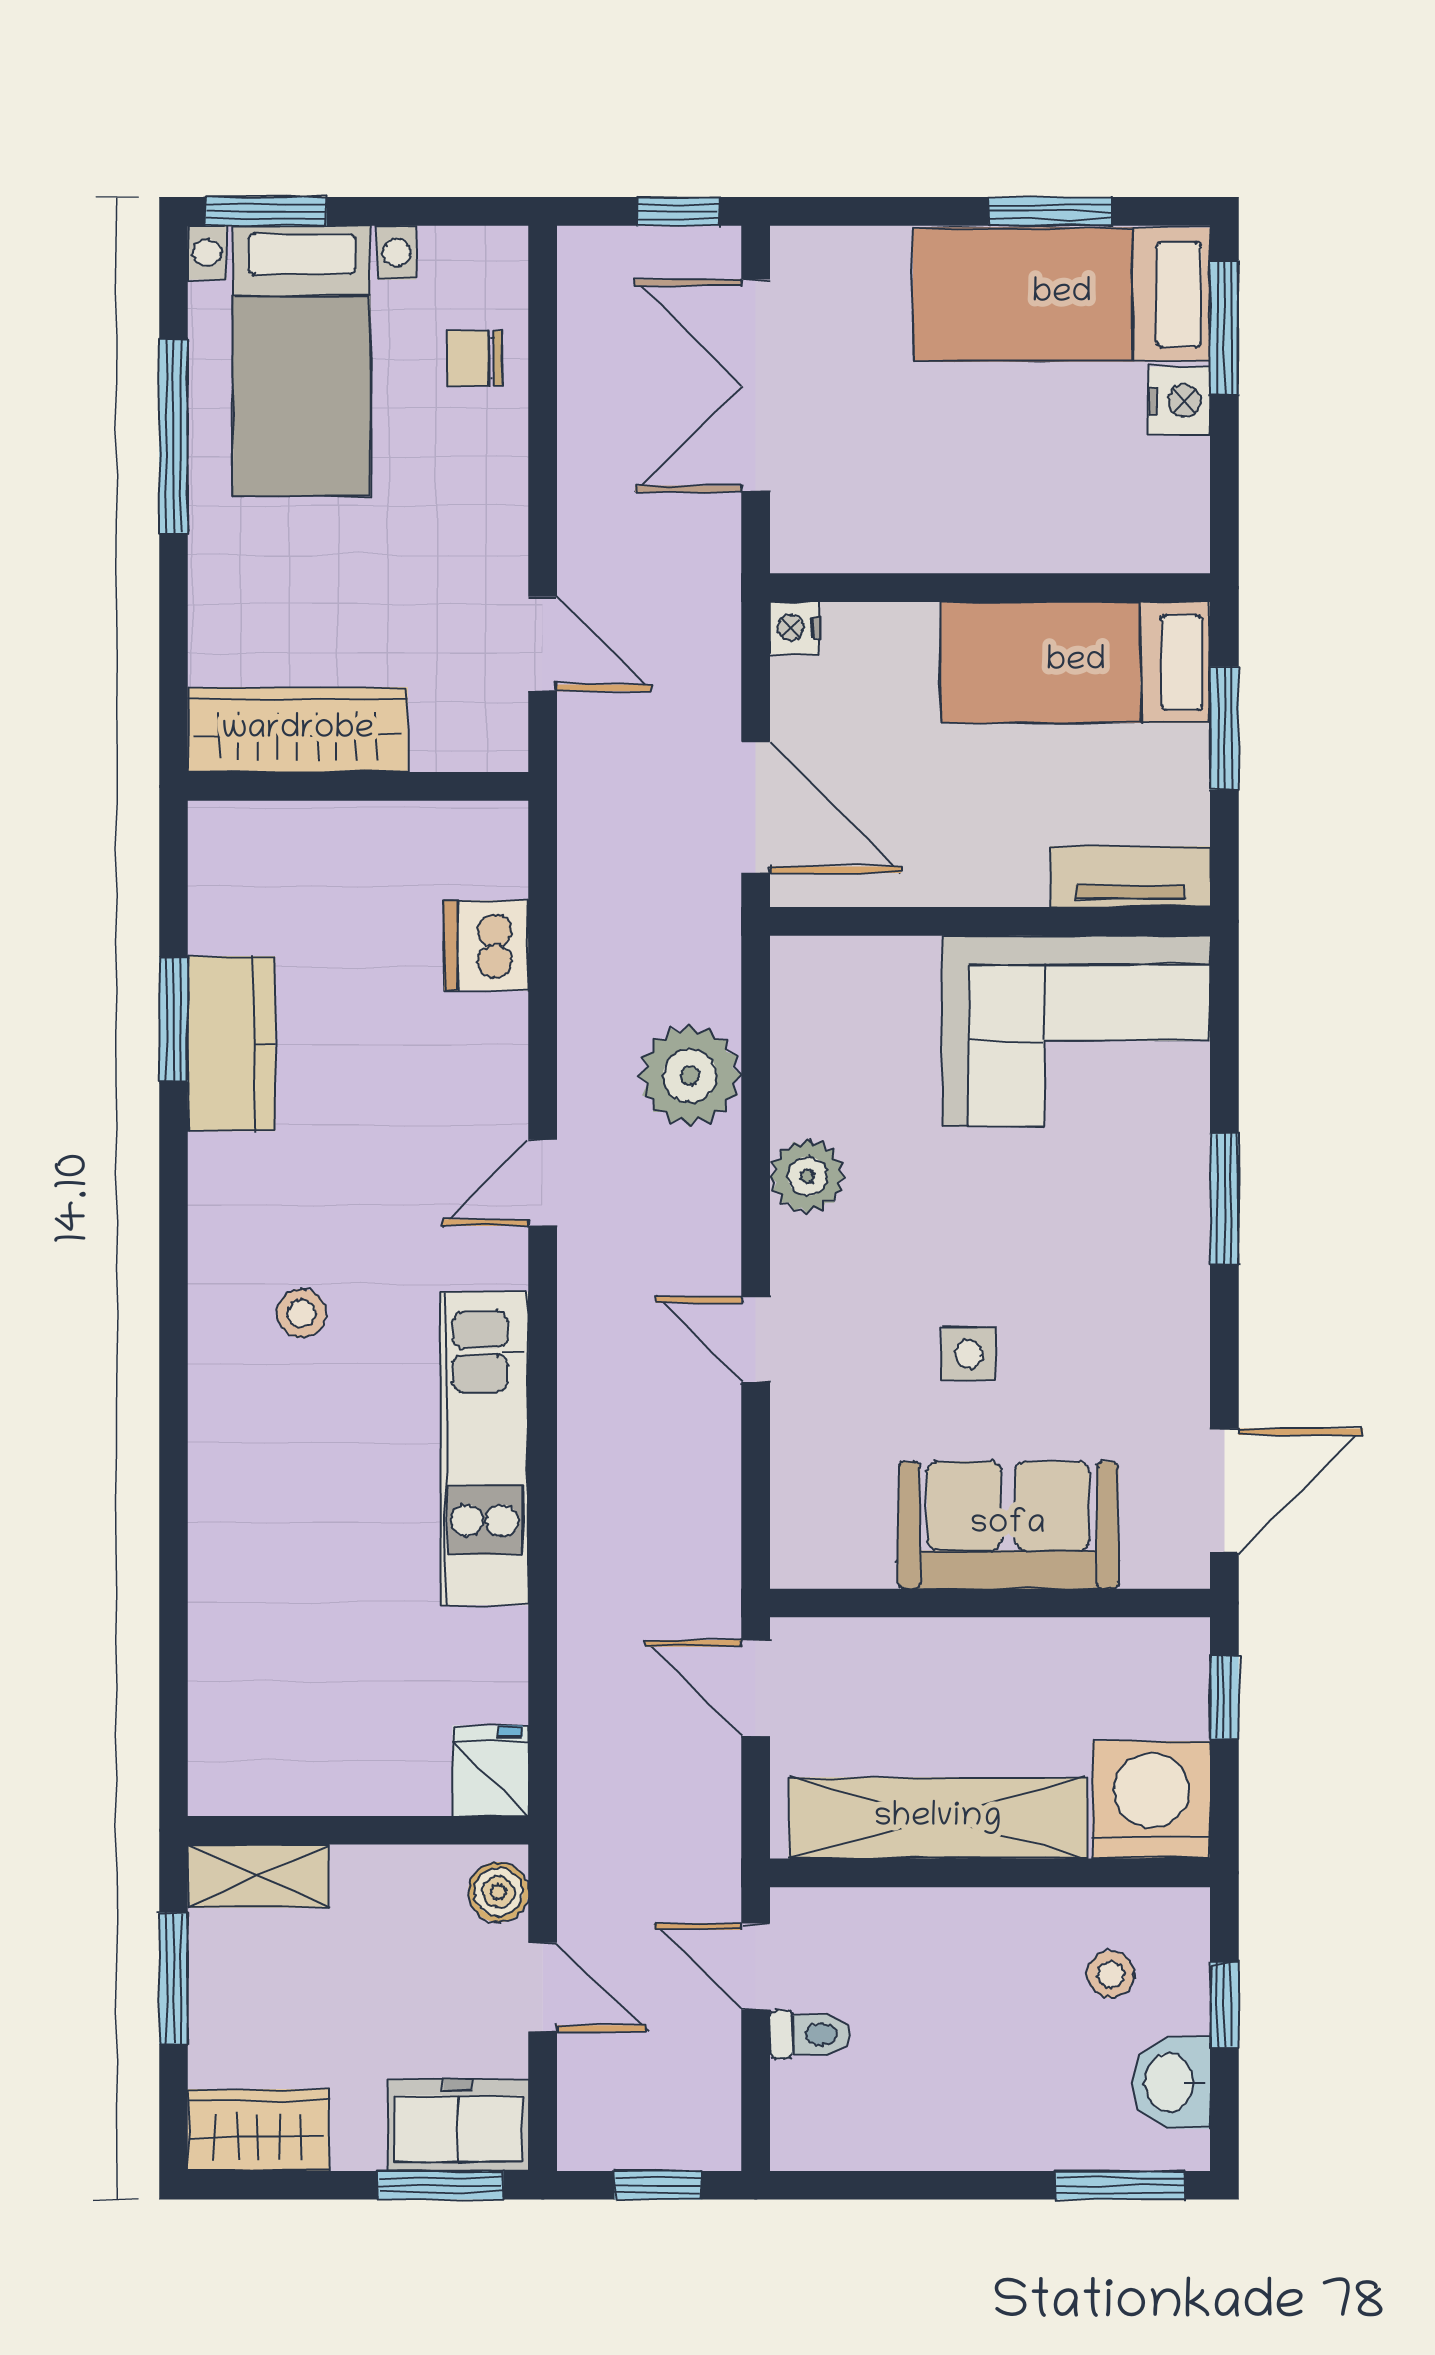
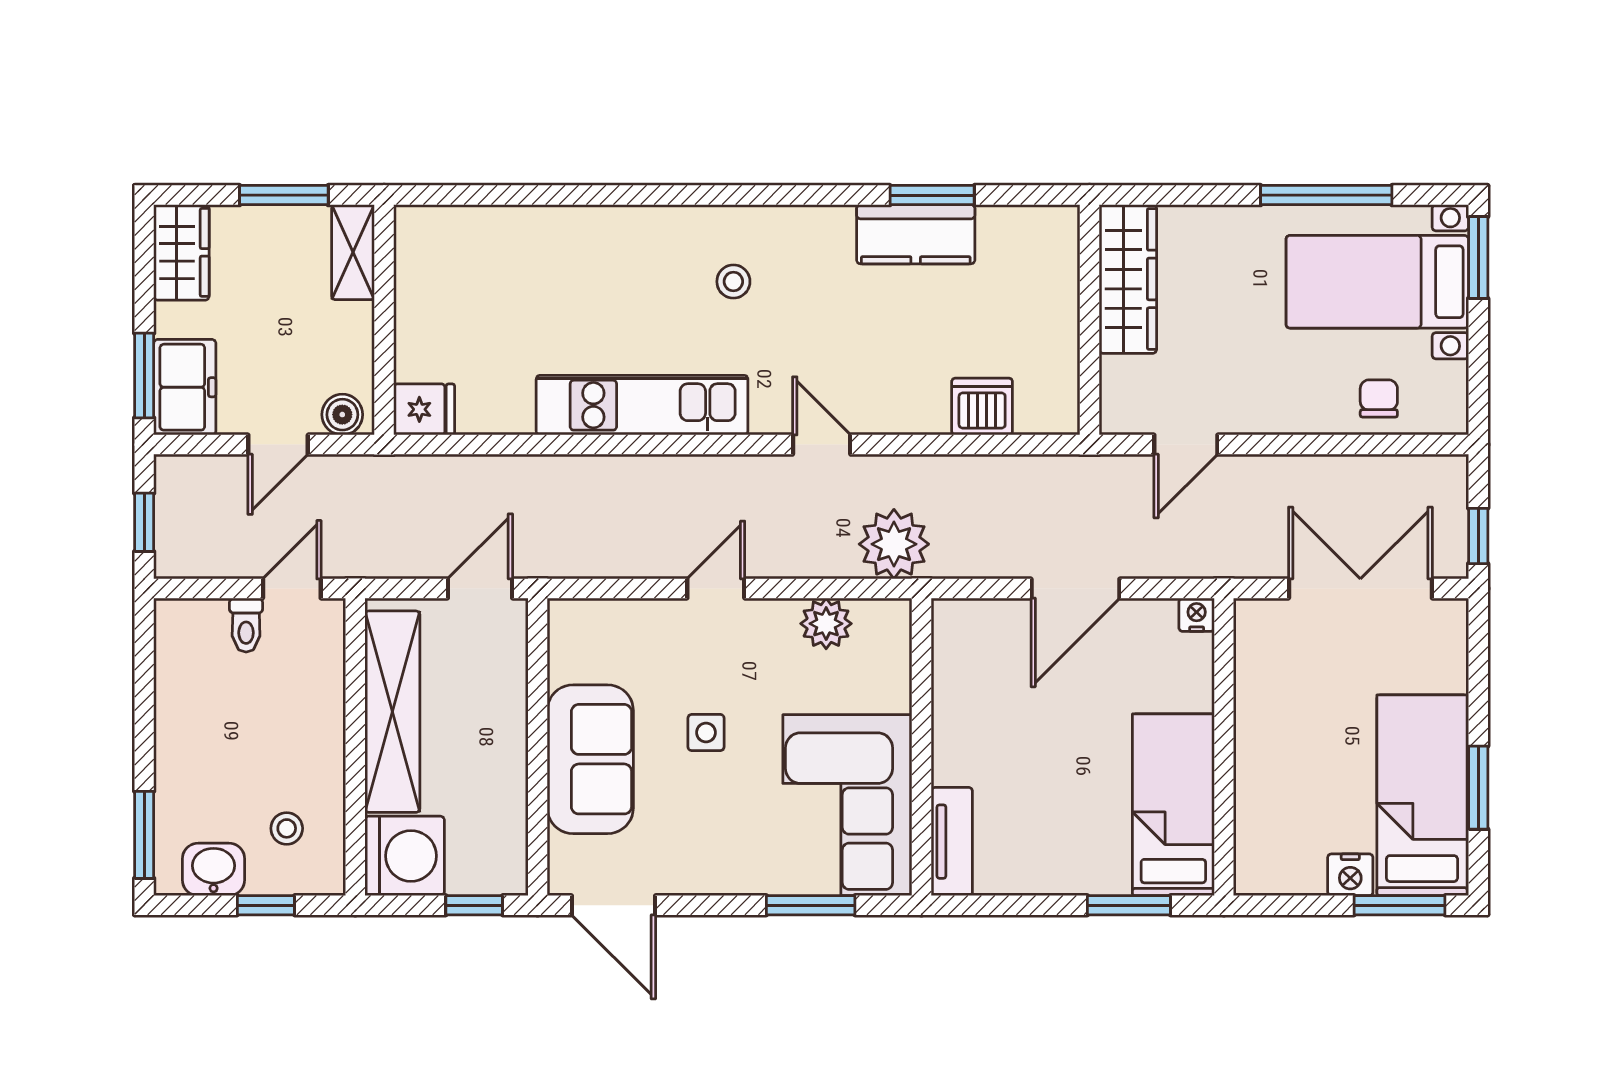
tv unit: (1130, 877) -> (952, 842), moved
wall: (990, 921) -> (922, 747), moved
corner sofa: (1076, 1031) -> (847, 805), moved

